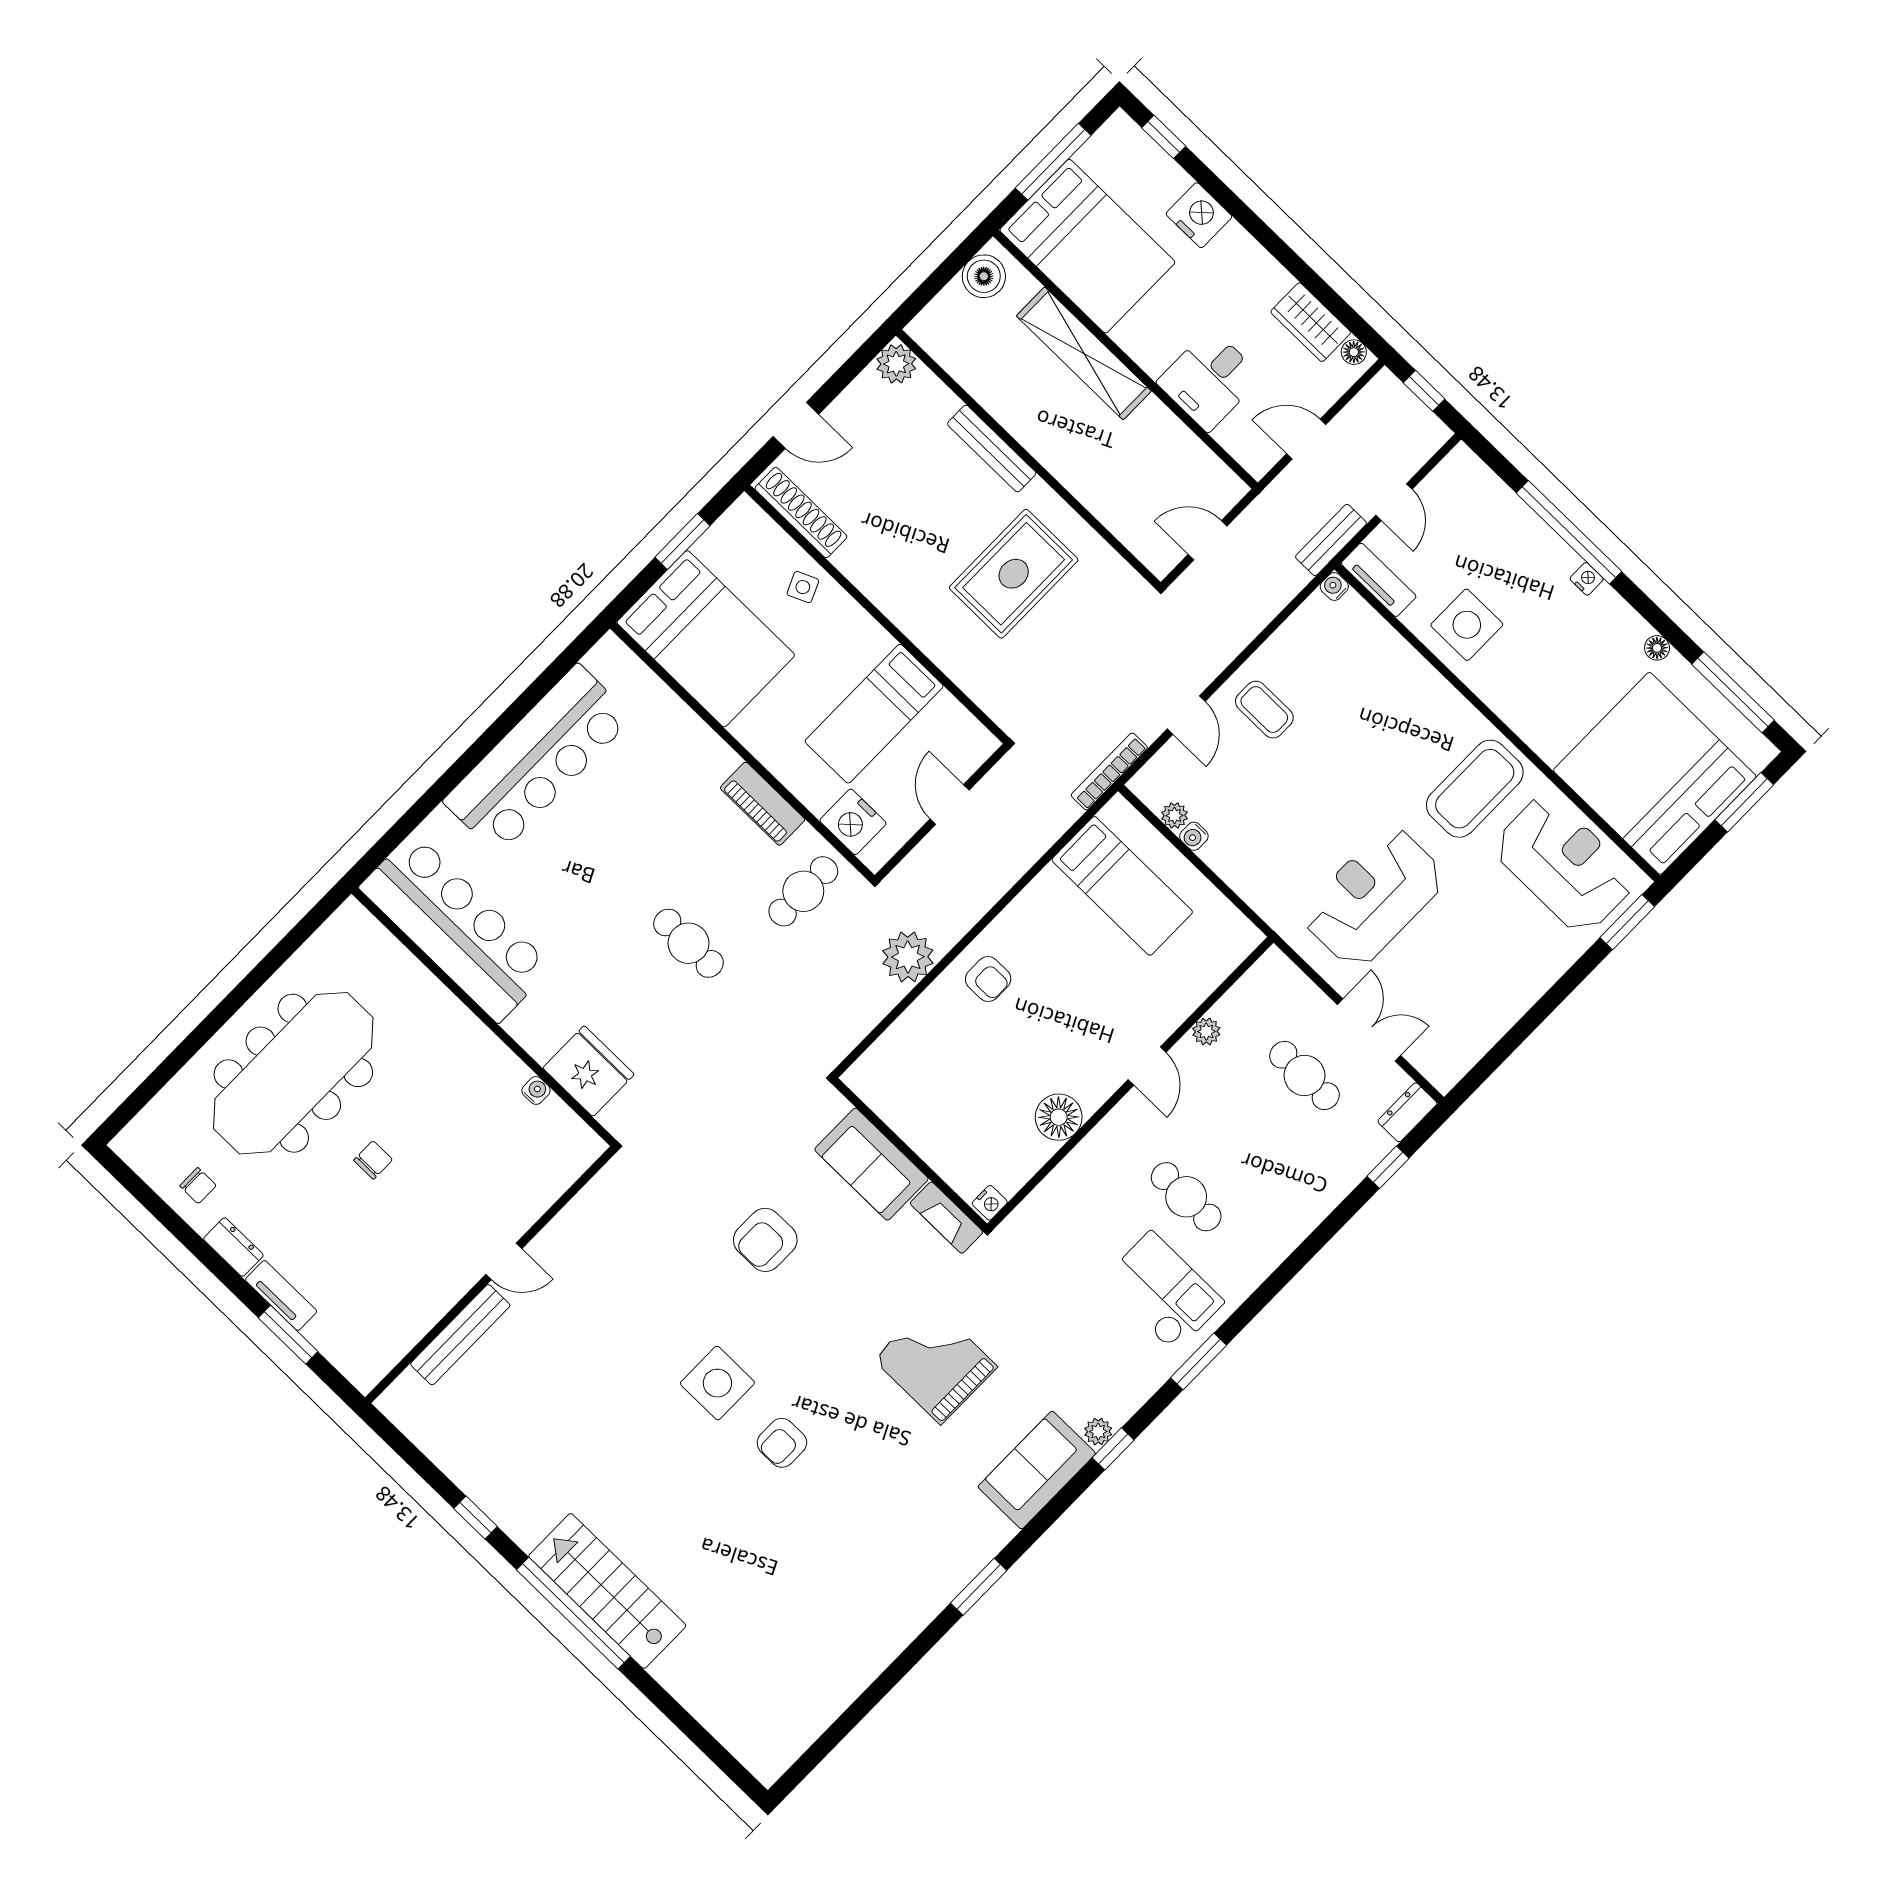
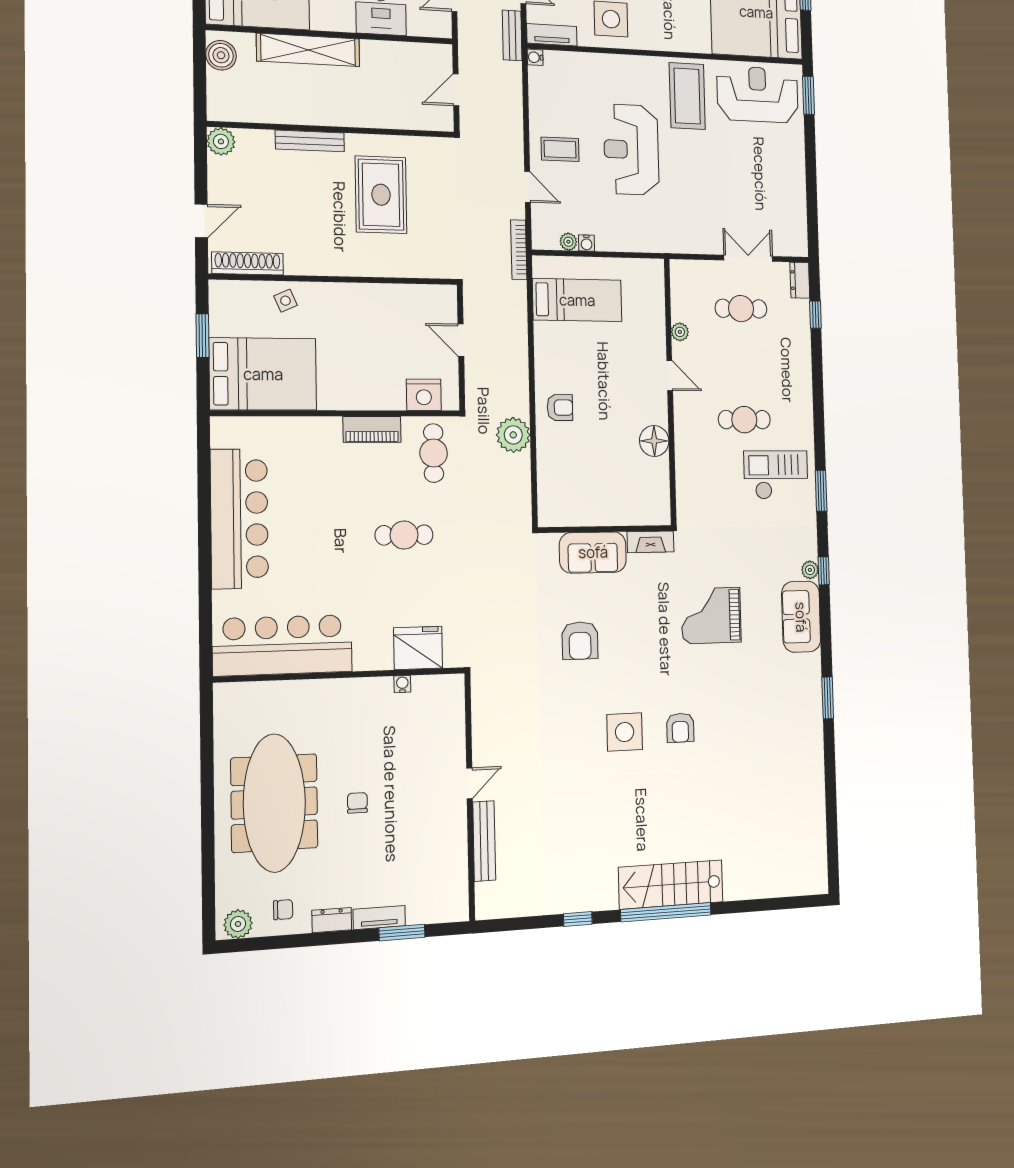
bed: (874, 714) -> (382, 331), removed
reception desk: (1373, 897) -> (631, 150), moved
plant: (143, 1153) -> (238, 924), added
nightstand: (990, 1203) -> (663, 514), removed

